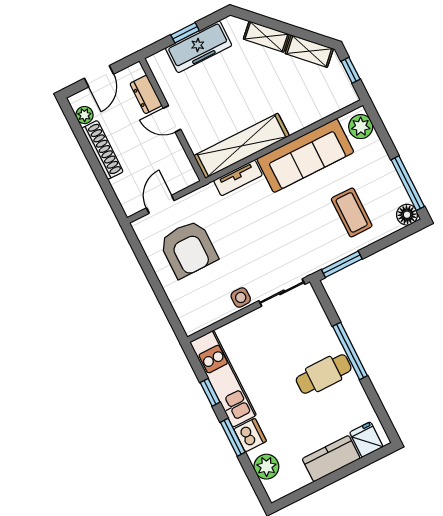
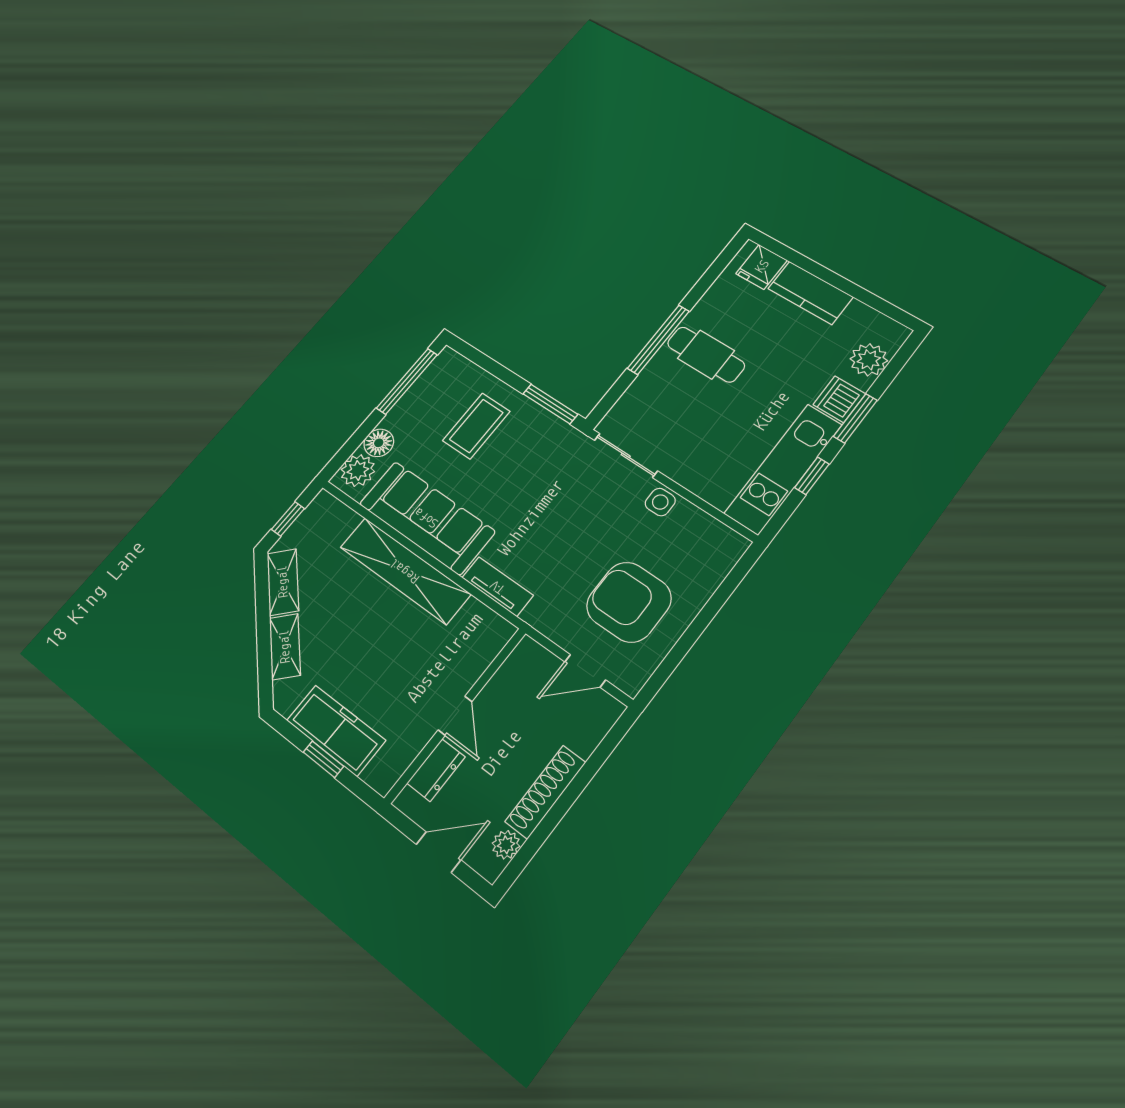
shelving: (242, 146) -> (405, 571), moved
floor lamp: (407, 215) -> (379, 443), moved
armchair: (188, 249) -> (629, 602), turned -90

